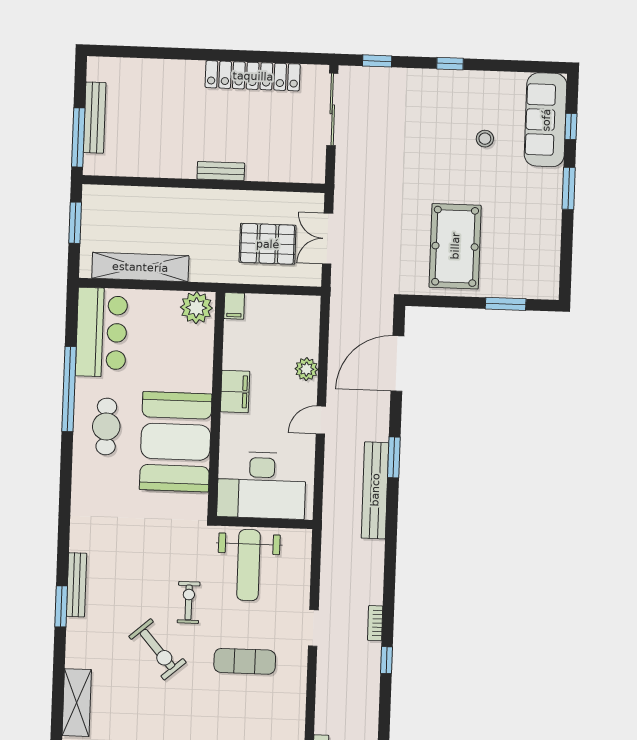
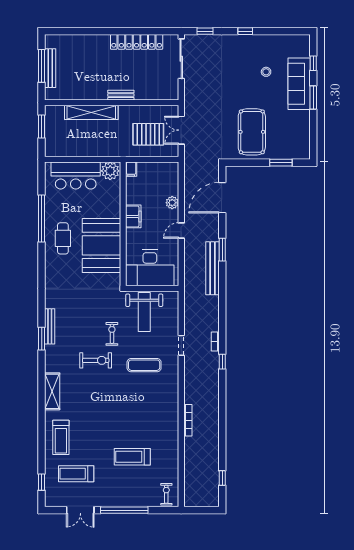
sofa: (546, 120) -> (299, 84), moved
window: (78, 137) -> (42, 66), moved
shelving: (140, 267) -> (91, 112), moved
bar counter: (102, 332) -> (76, 176), moved, turned 90
exercise bike: (157, 649) -> (96, 360), turned -49

